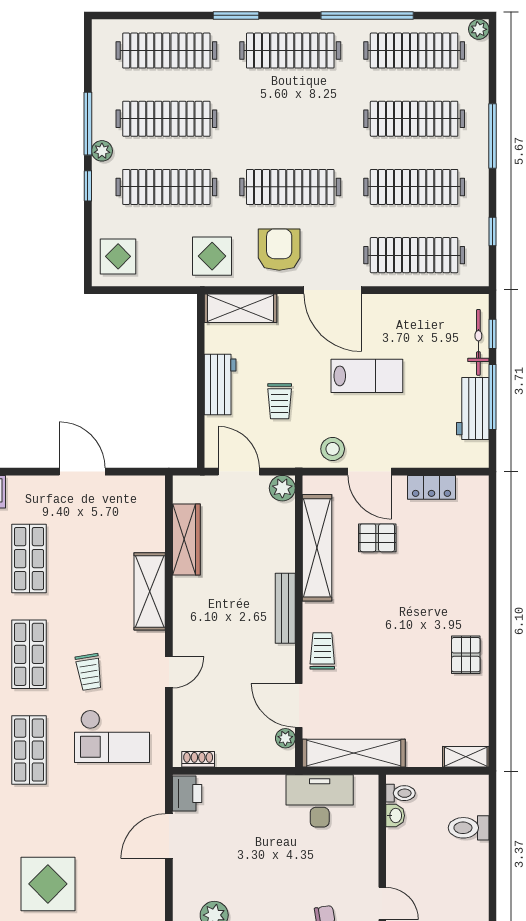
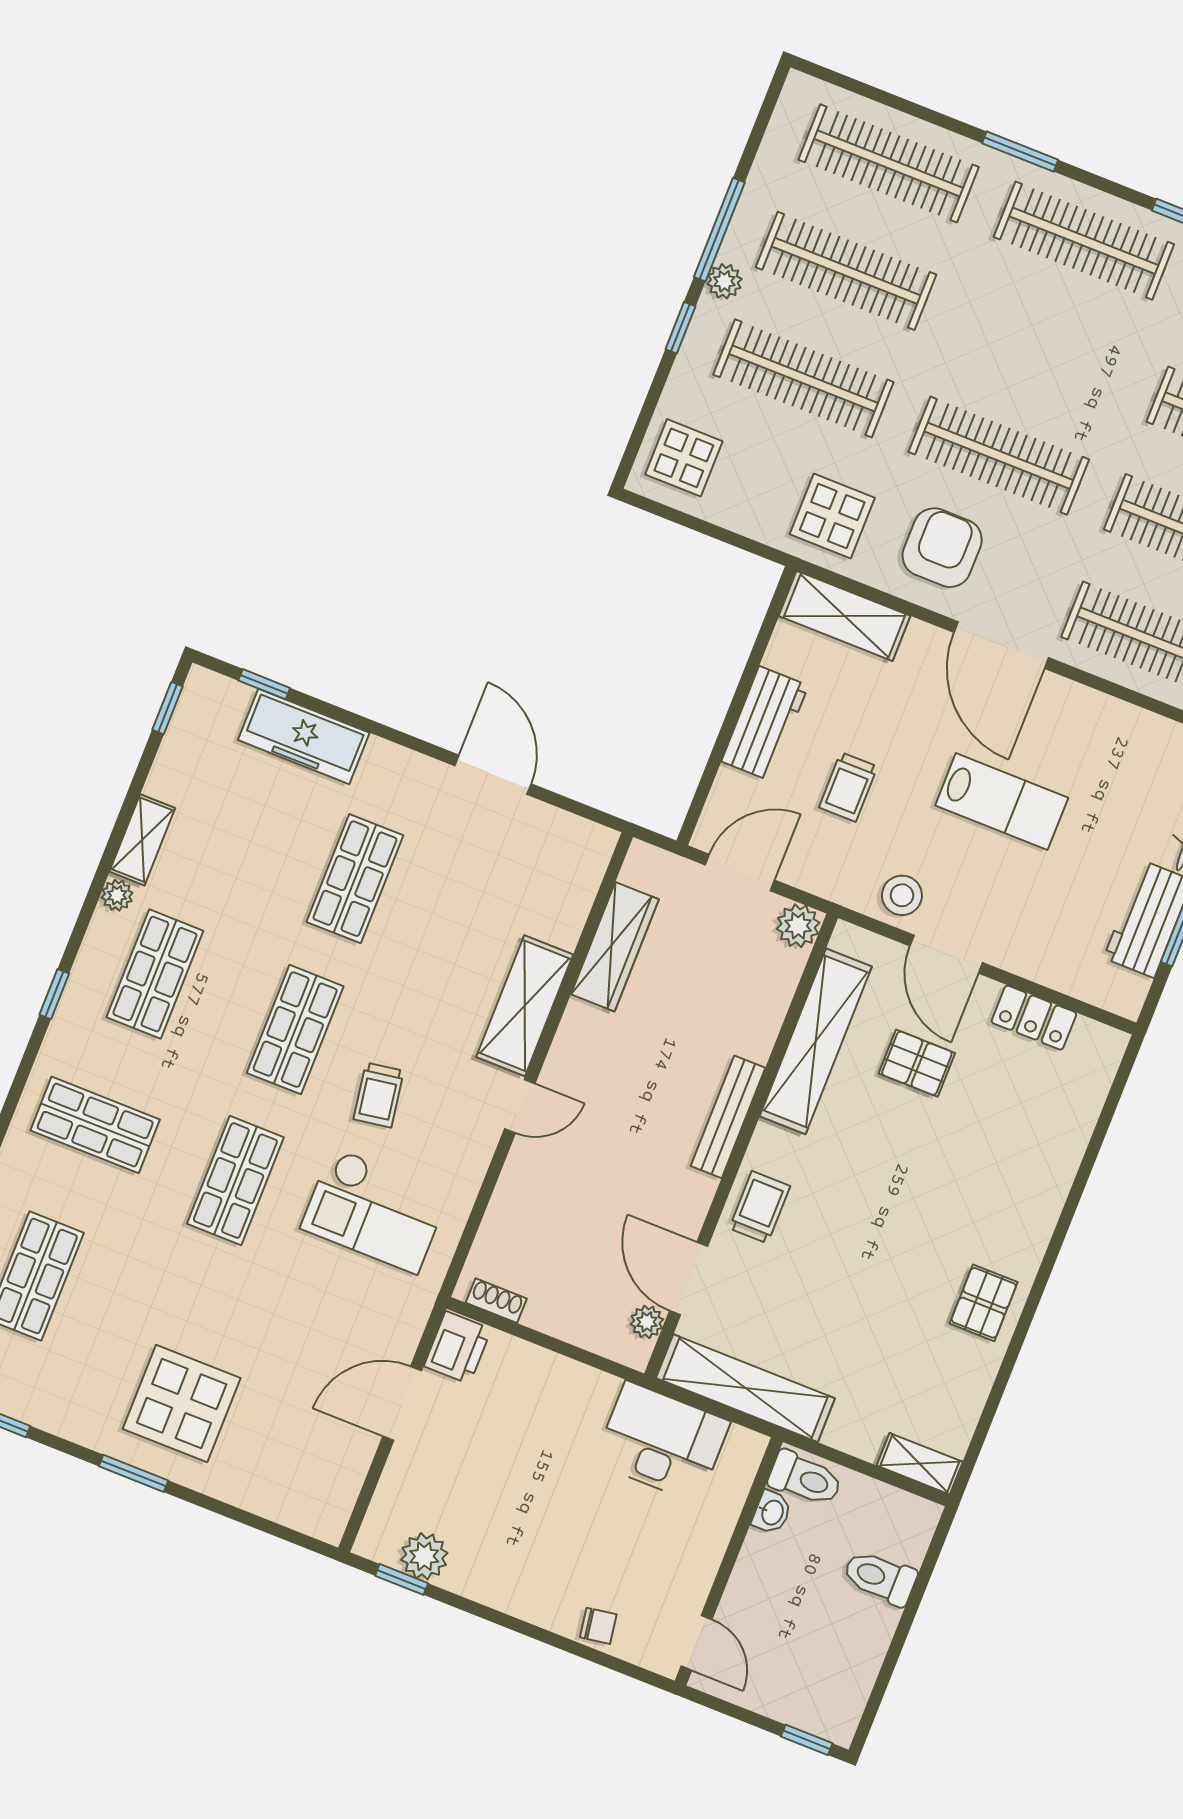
door: (239, 472) -> (740, 873), hinge flipped
door: (169, 672) -> (520, 1106), moved
toilet: (400, 793) -> (805, 1479), width x1.37, depth x1.39

